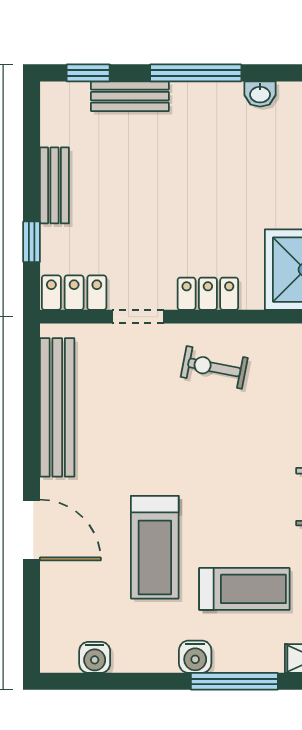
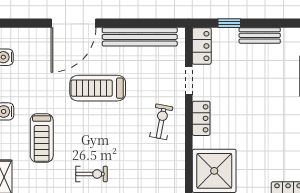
door: (32, 530) -> (73, 23), width x1.36
treadmill: (155, 547) -> (98, 88), moved

